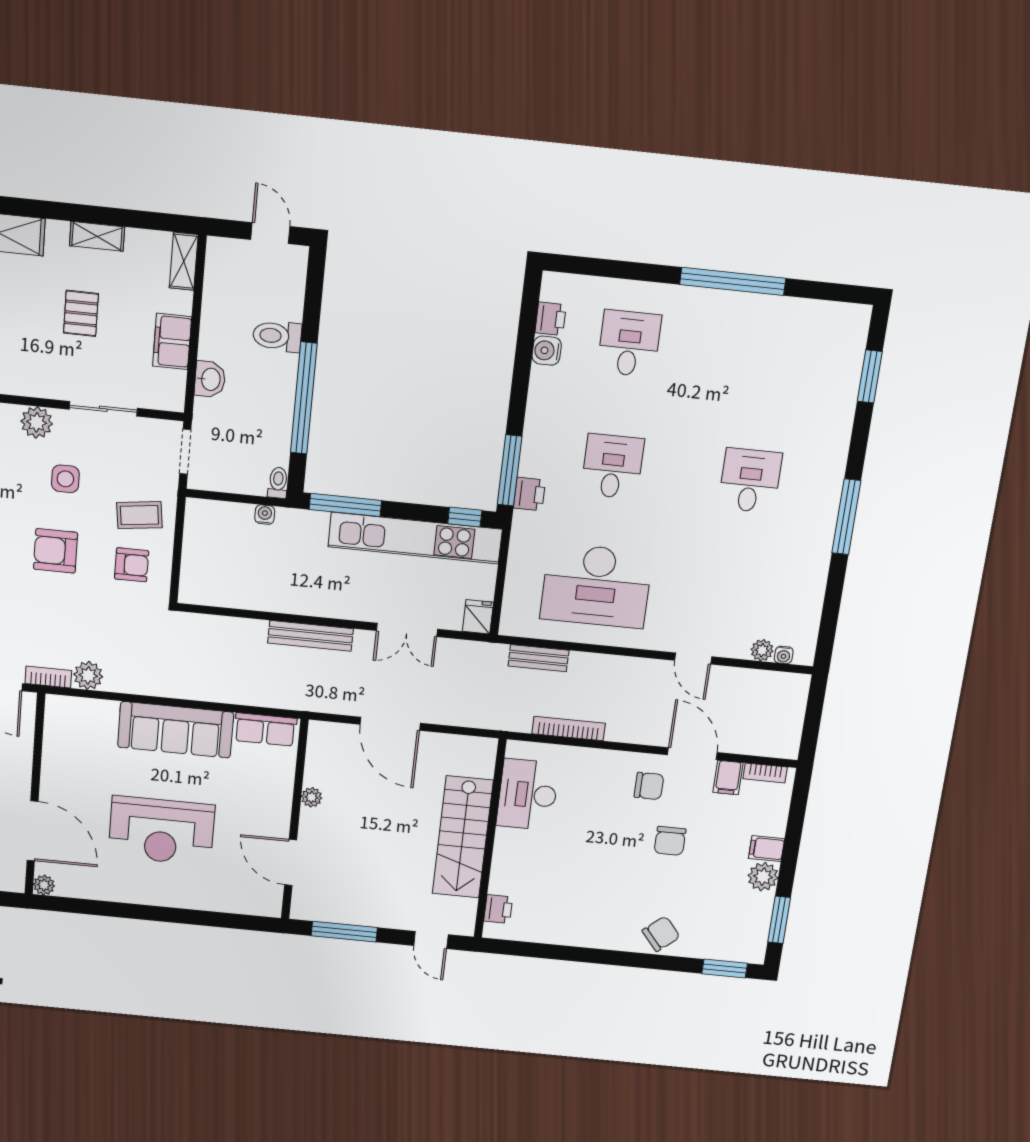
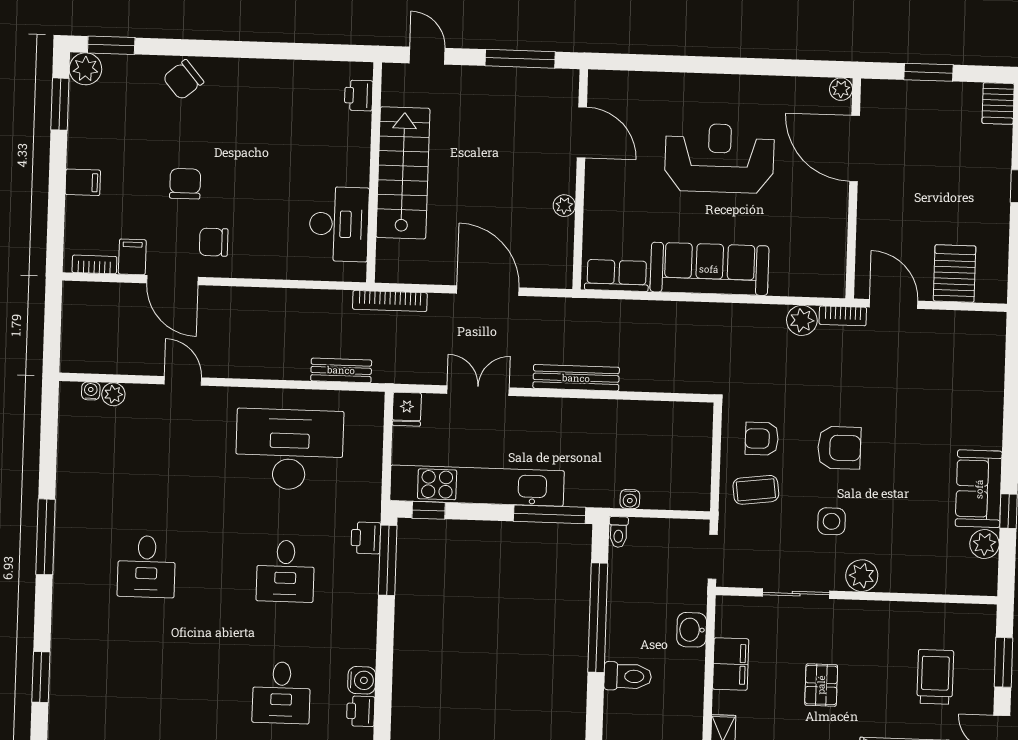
bookcase: (569, 729) -> (390, 301), moved
plant: (763, 877) -> (85, 69), moved

